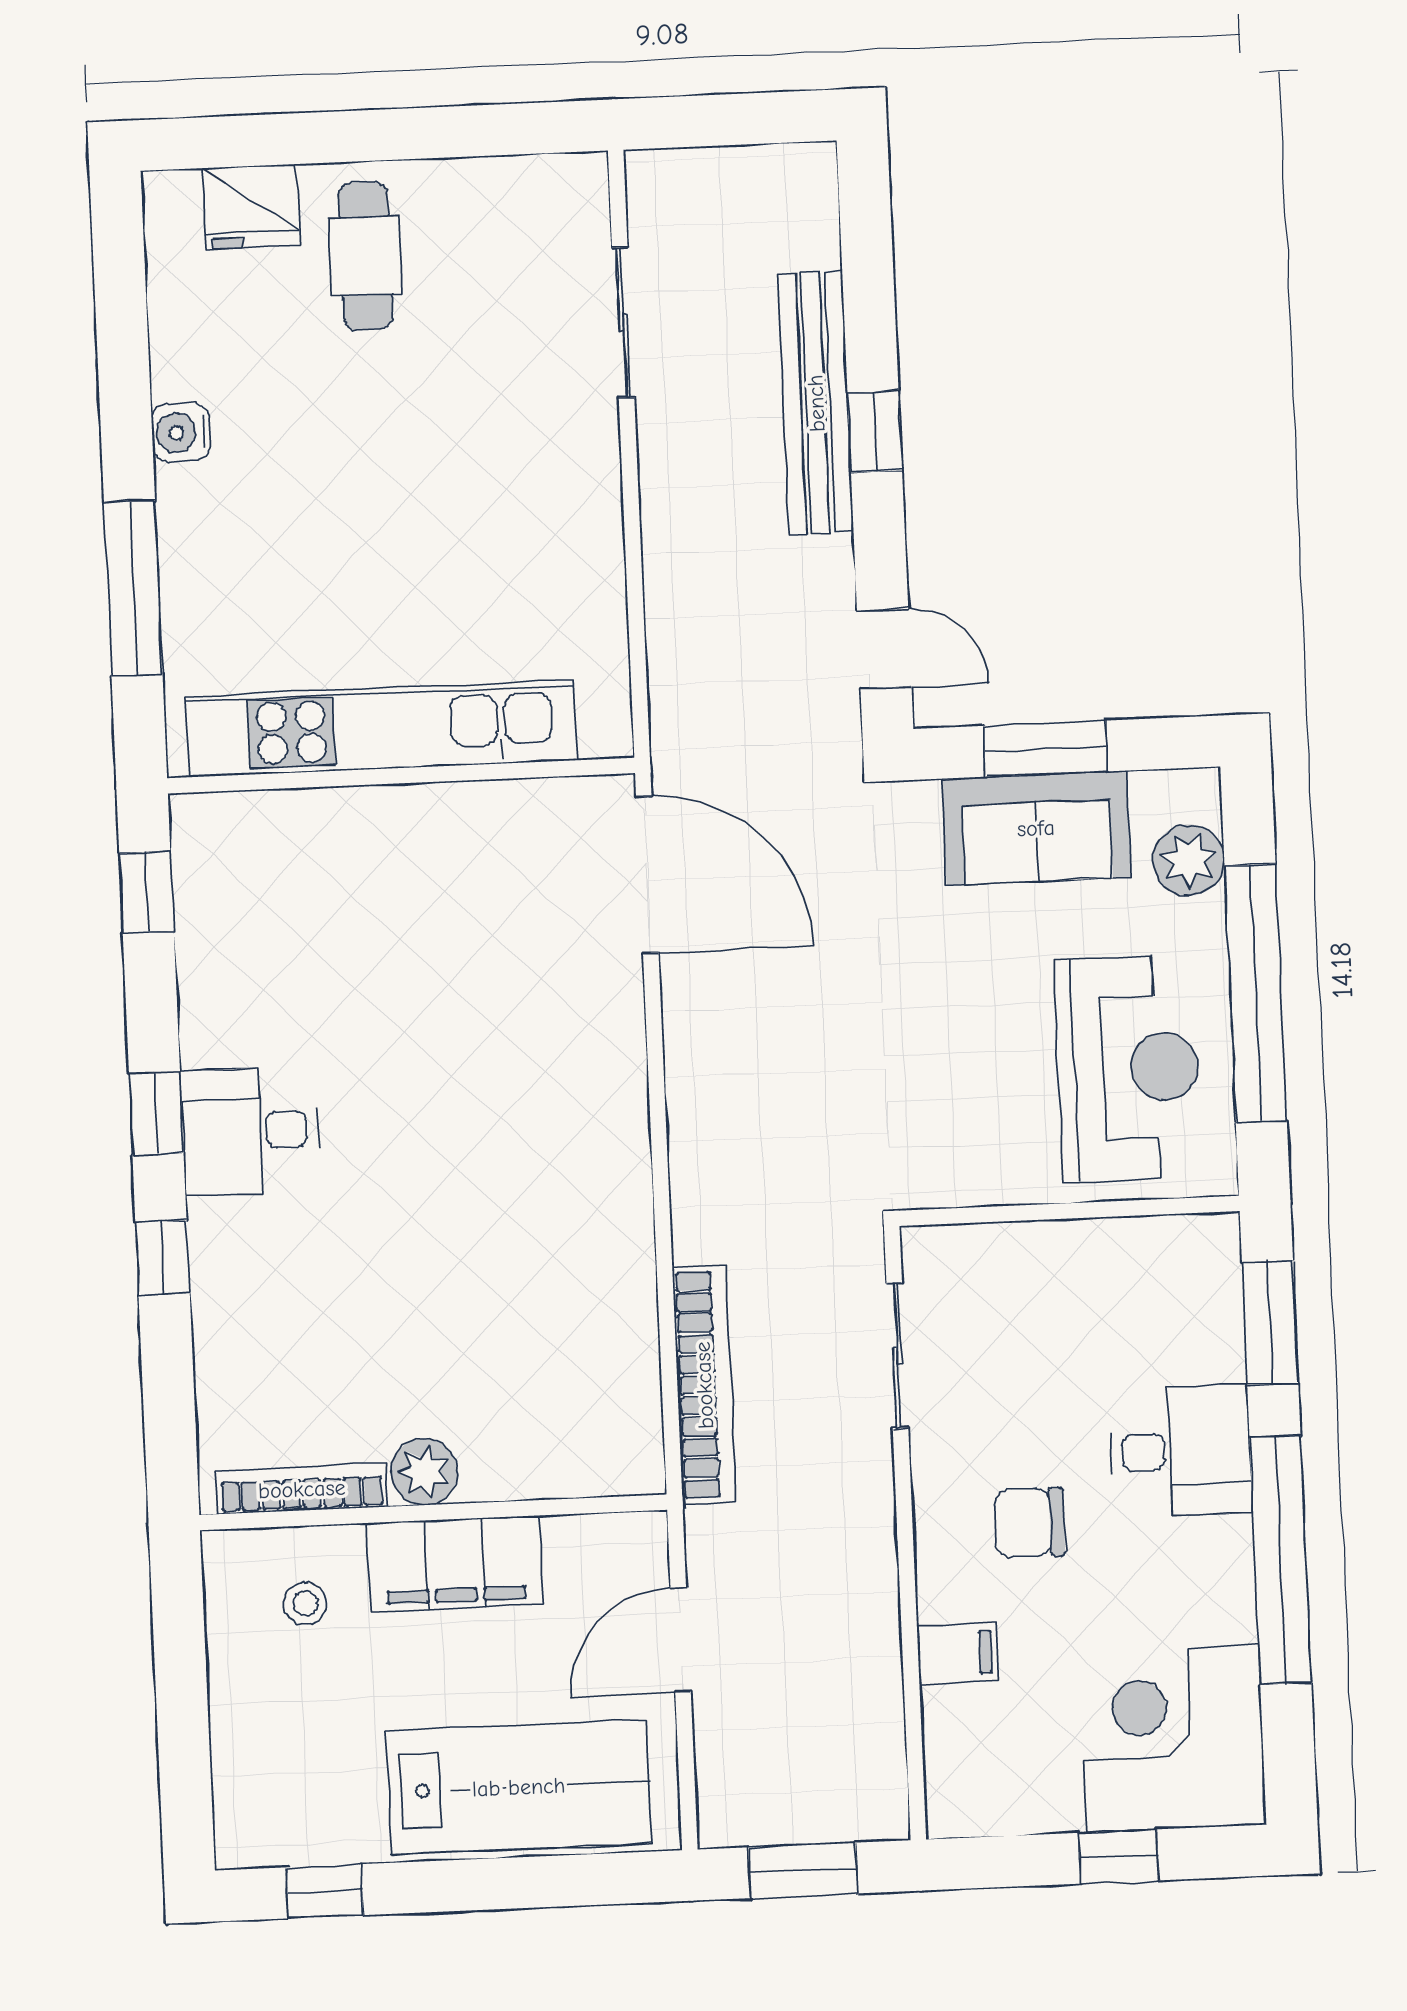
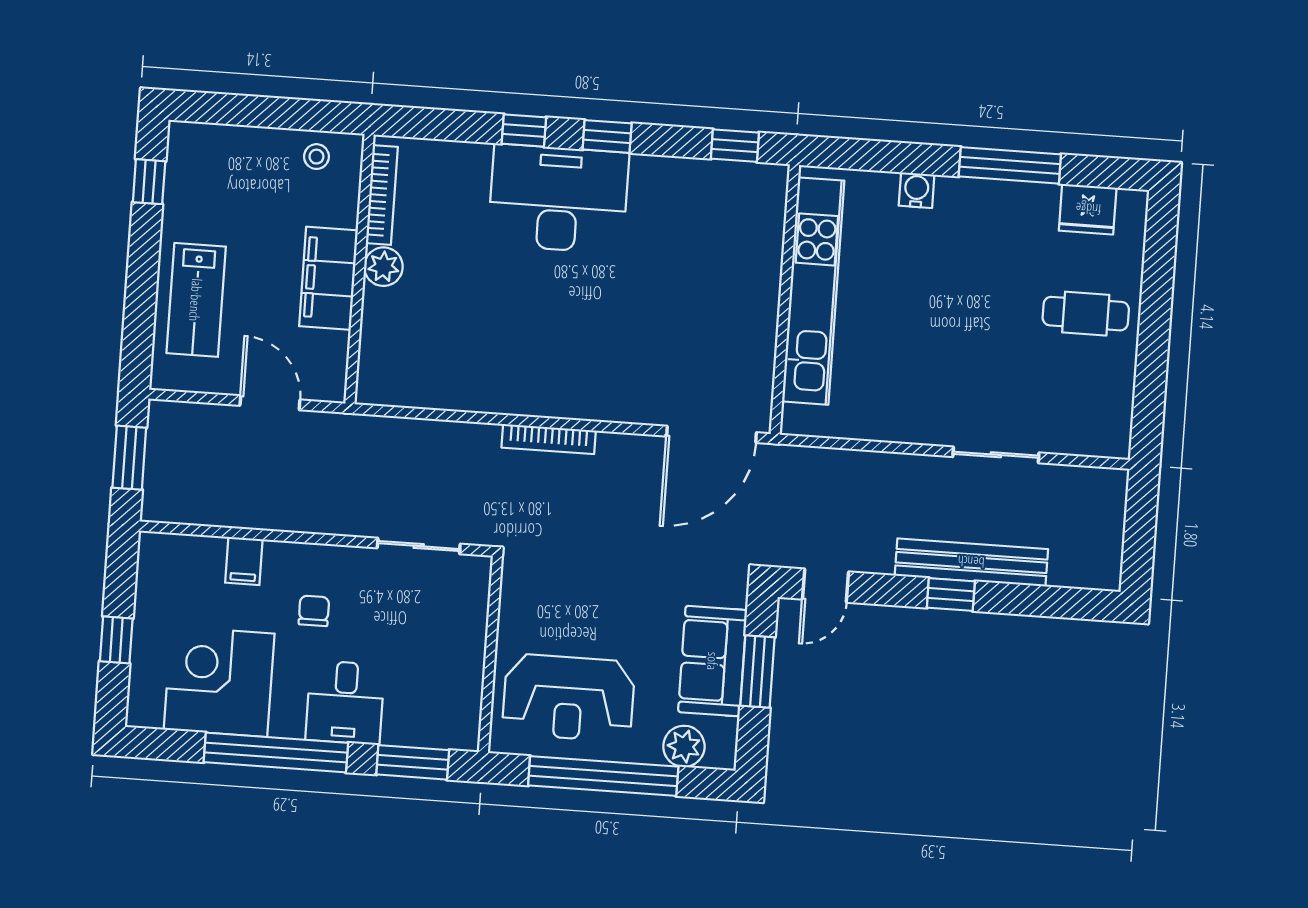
fridge: (251, 207) -> (1088, 209), moved, turned -90
sliding door: (623, 322) -> (996, 455), moved
water cooler: (181, 432) -> (917, 190), moved
window: (133, 588) -> (1010, 165), moved
desk: (250, 1131) -> (558, 199), width x1.87, depth x1.30
bookcase: (704, 1385) -> (549, 439), moved, width x0.68, depth x0.76
chair: (1030, 1523) -> (314, 611), width x0.73, depth x0.73
stool: (305, 1604) -> (316, 157), moved
corner desk: (1173, 1739) -> (219, 682), moved, turned -90
lab bench: (519, 1787) -> (196, 300), width x0.73, depth x0.72

